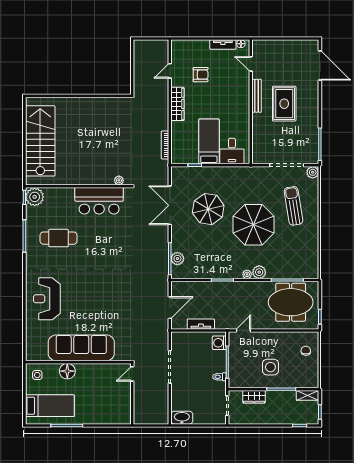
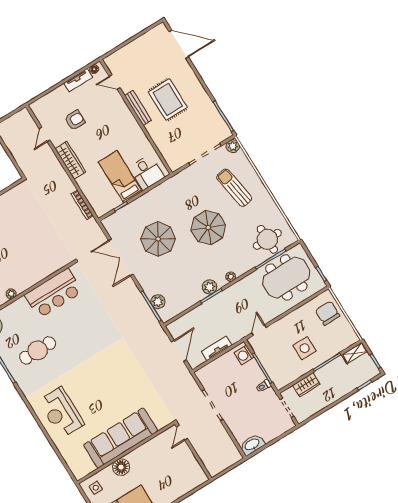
plant: (119, 180) -> (11, 294), moved
parasol: (254, 225) -> (208, 228), width x0.73, depth x0.73
round table: (294, 263) -> (267, 239), added
plant: (259, 272) -> (210, 287), moved
chair: (306, 351) -> (328, 313), width x1.87, depth x1.87

